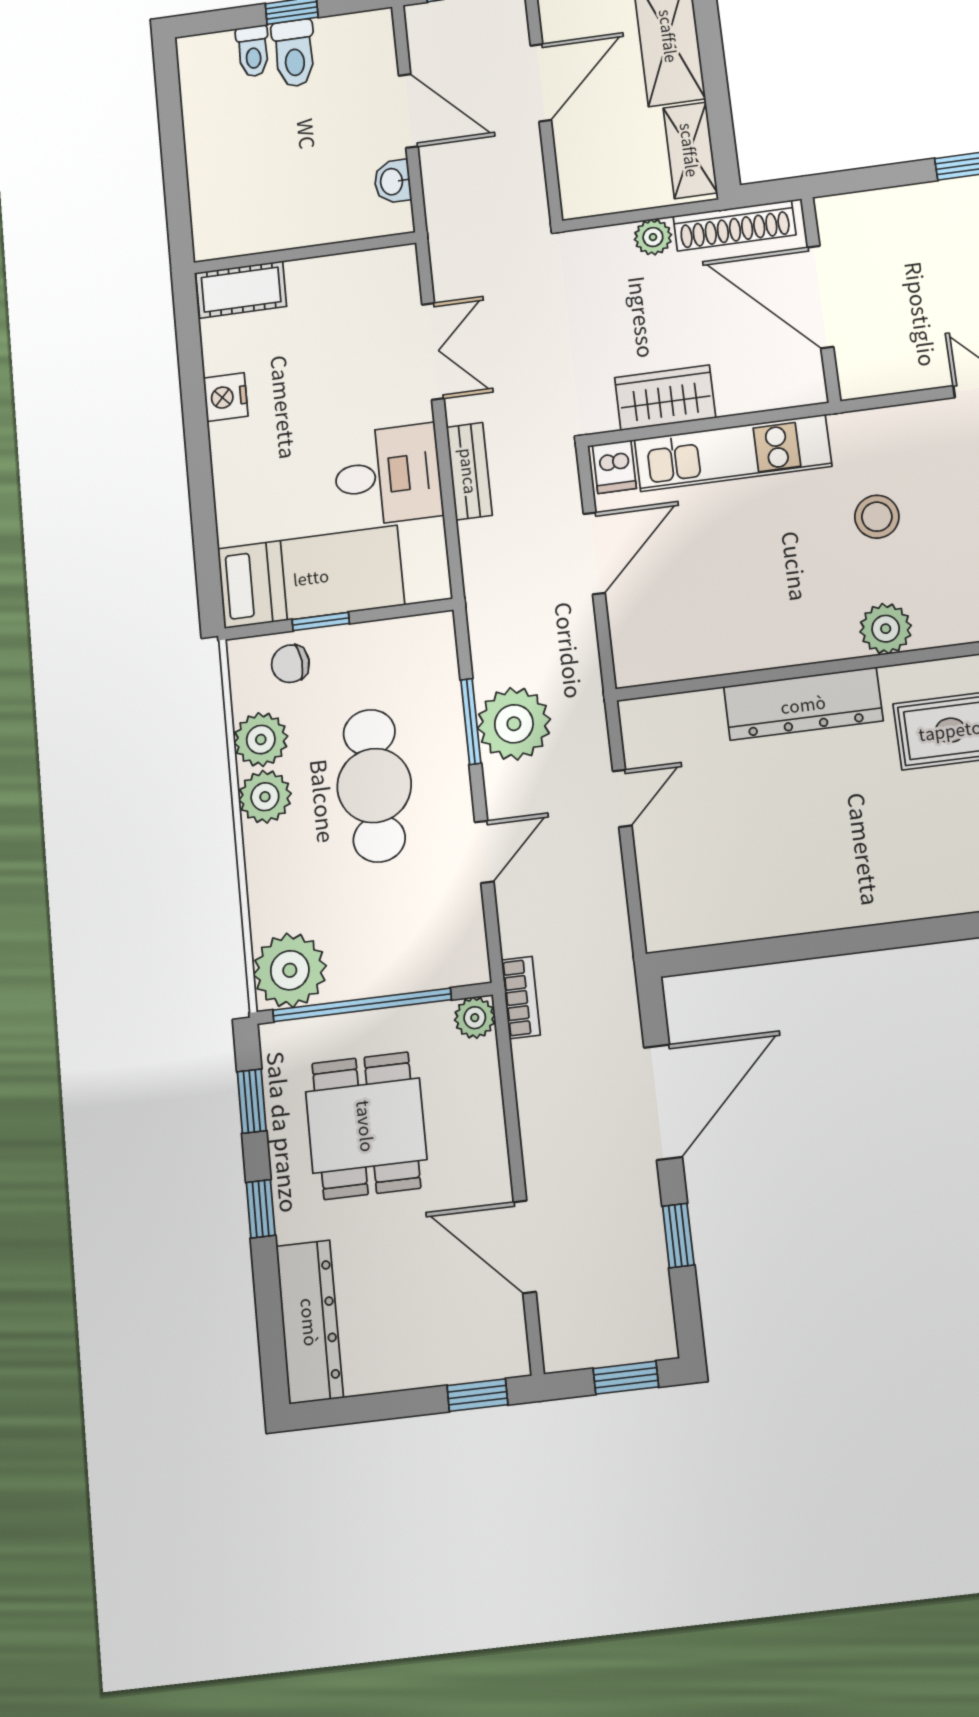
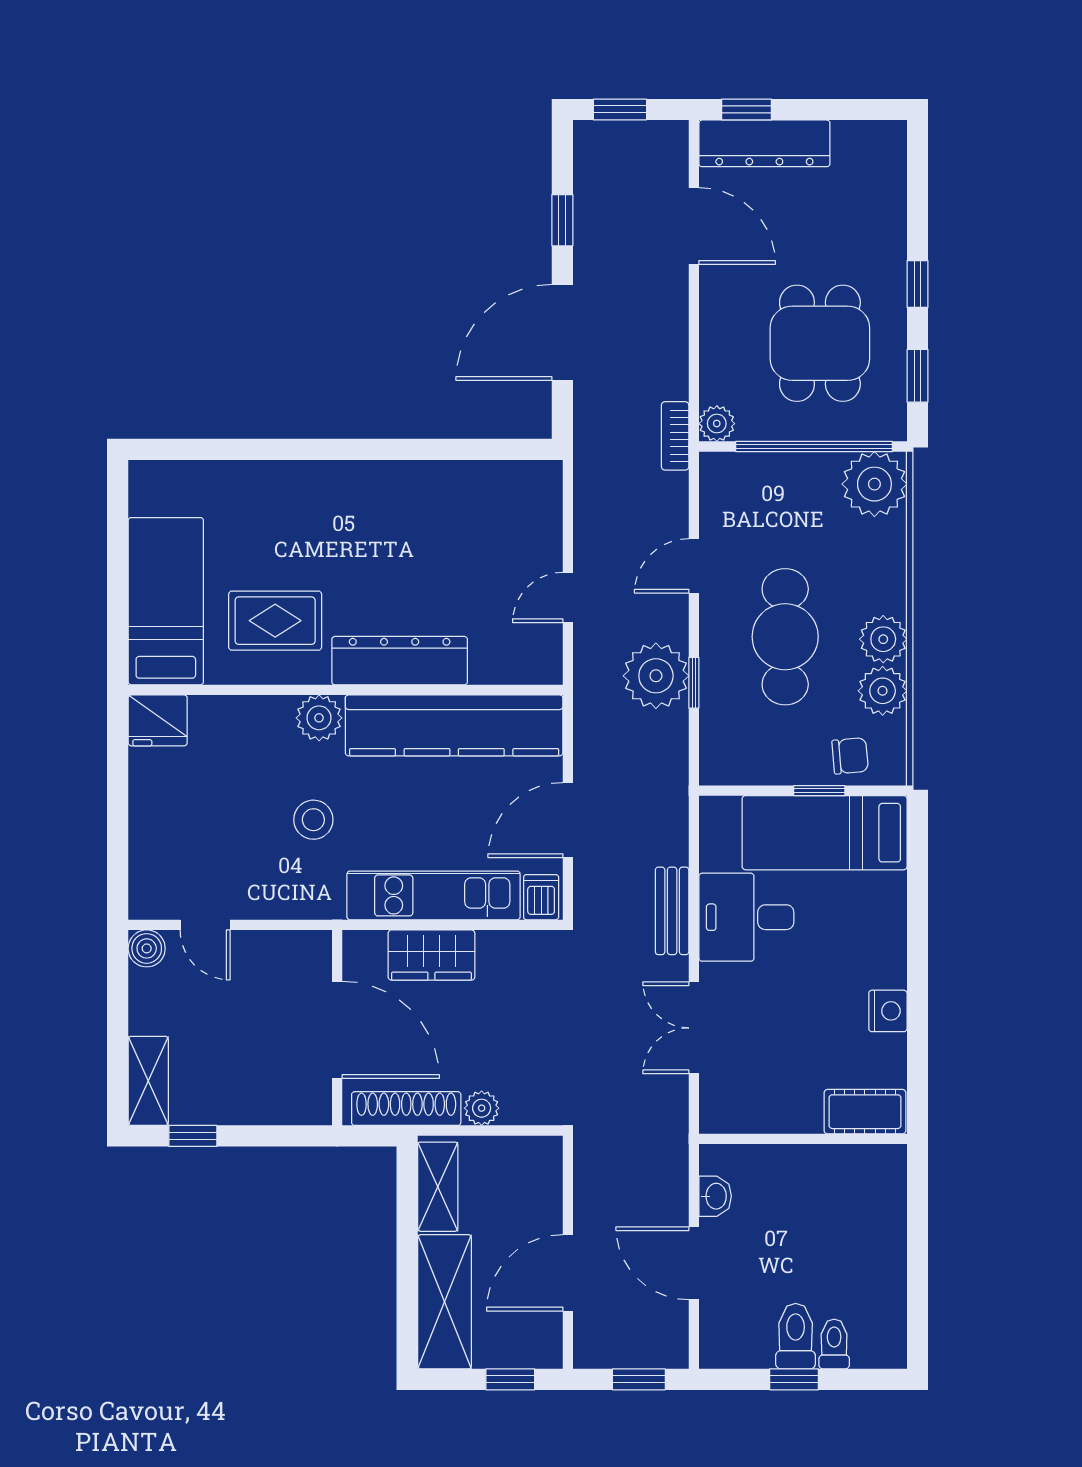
wardrobe: (665, 398) -> (431, 955), moved
kitchen counter: (733, 640) -> (454, 725), added
window: (471, 722) -> (694, 683), width x0.67
dresser: (310, 1322) -> (764, 143), moved, turned -90

